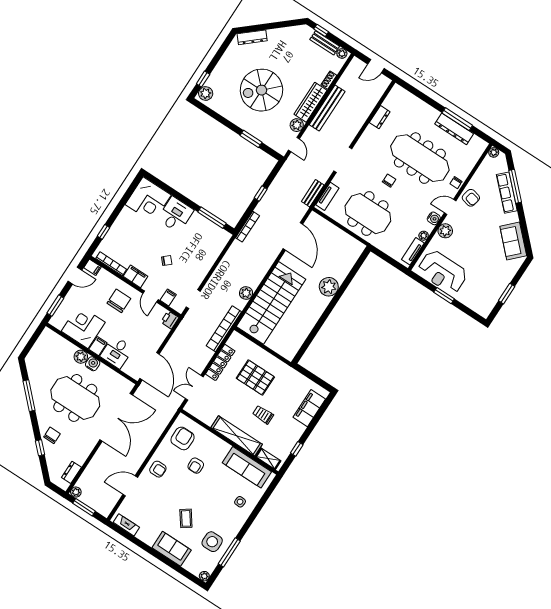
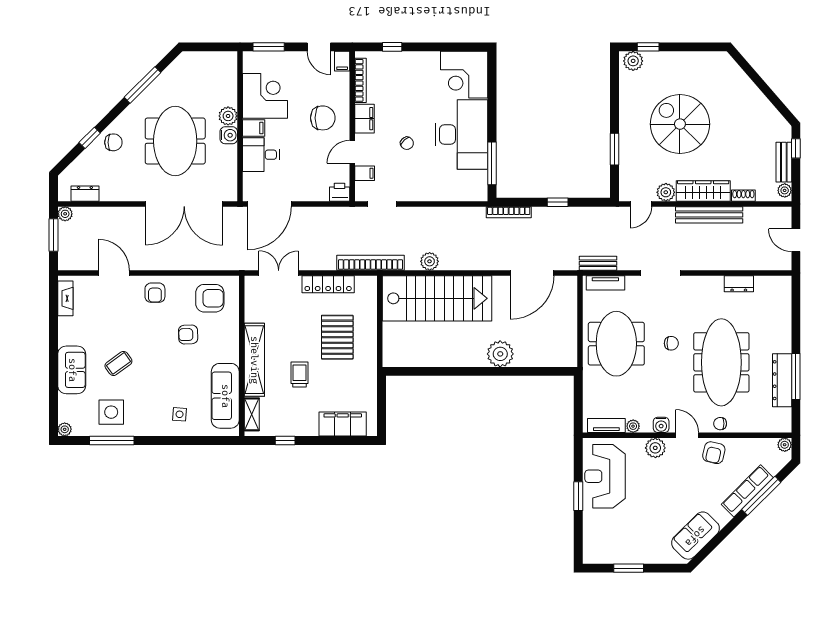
dresser: (252, 37) -> (735, 73), removed
desk: (175, 215) -> (462, 134), width x1.87, depth x1.30

